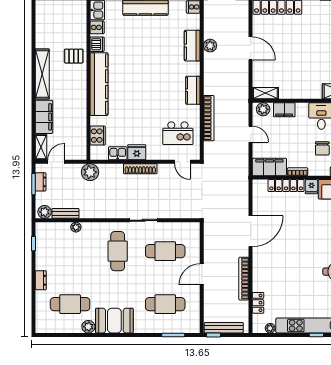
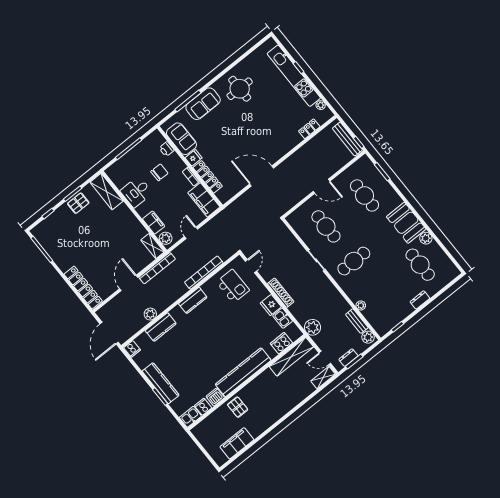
shelving: (42, 74) -> (291, 357), moved
filing cabinet: (44, 117) -> (237, 443), moved
bookcase: (244, 279) -> (157, 268), moved

